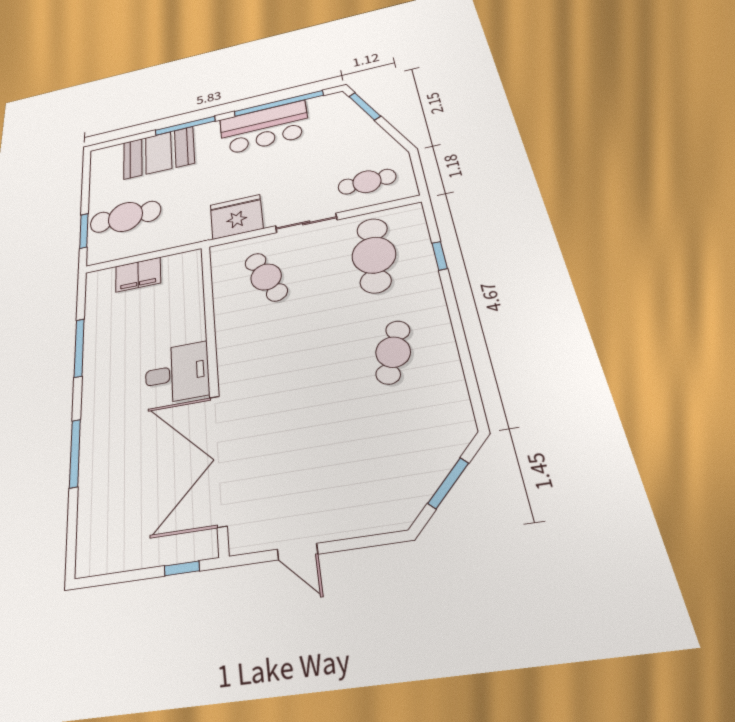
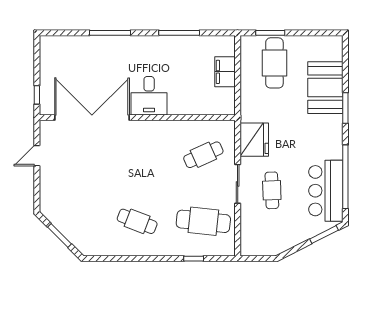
window: (185, 126) -> (345, 108), width x0.69
bar counter: (264, 128) -> (326, 191), moved
cafe table: (367, 182) -> (272, 190), moved

